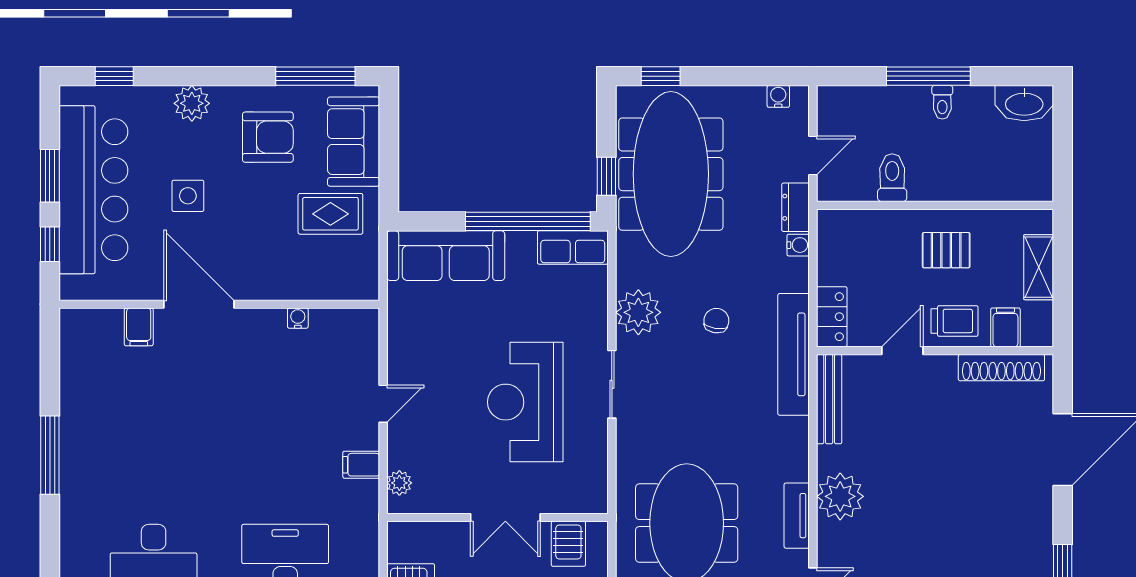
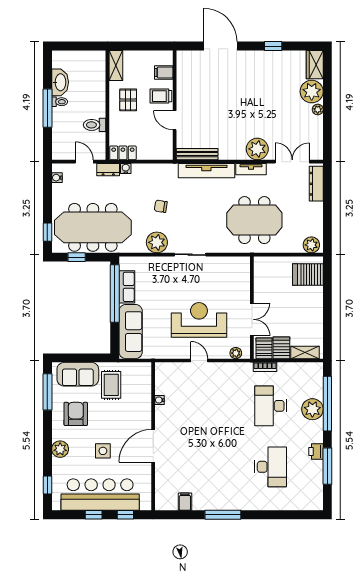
washbasin: (1024, 103) -> (60, 82), moved
window: (50, 176) -> (94, 515), width x0.67
window: (606, 176) -> (77, 257), moved
row of seats: (573, 247) -> (127, 287), moved
shelving: (1039, 267) -> (116, 65), moved, turned 90
locker: (832, 317) -> (123, 153), moved
trolley: (954, 321) -> (161, 96), turned -90
filing cabinet: (139, 327) -> (185, 502), moved, turned -90
tv unit: (794, 354) -> (206, 171), moved
shoe rack: (1001, 368) -> (182, 74), removed
reception desk: (525, 402) -> (199, 320), moved, turned 180
filing cabinet: (361, 465) -> (227, 371), removed
plant: (840, 496) -> (257, 149), moved
double door: (505, 518) -> (252, 319), moved
server rack: (568, 544) -> (264, 348), moved, turned -90
bookcase: (369, 546) -> (265, 367), added

